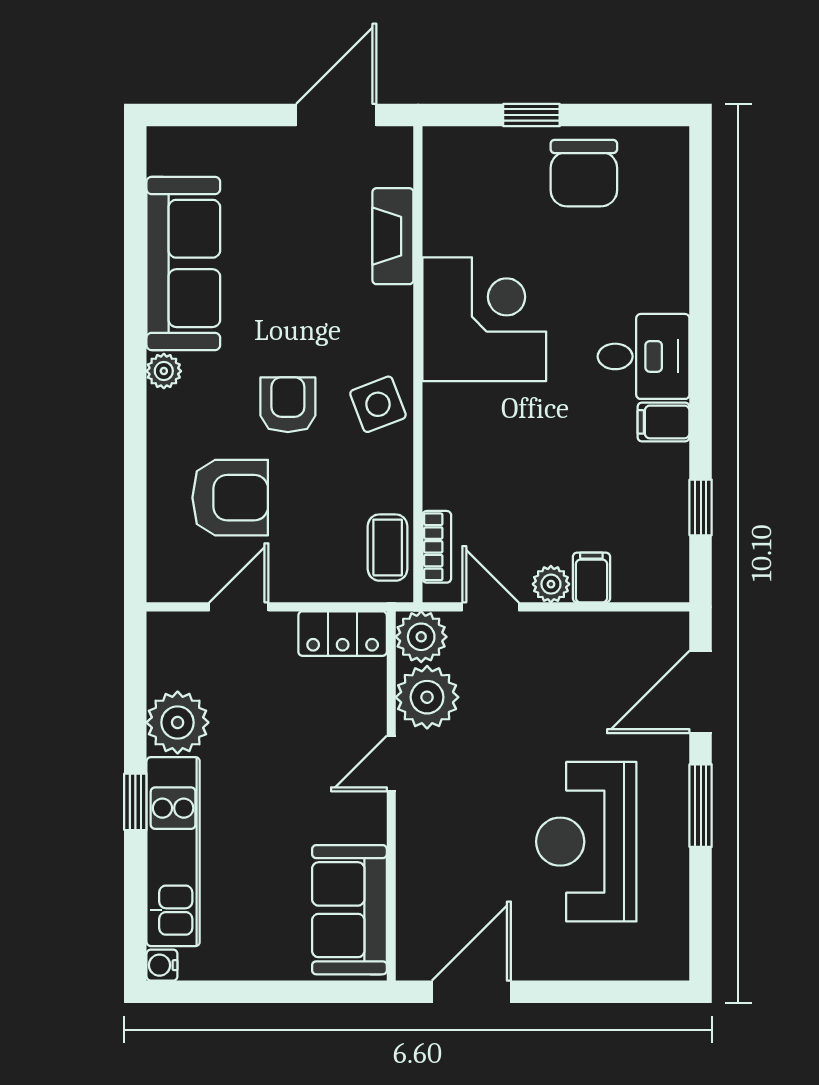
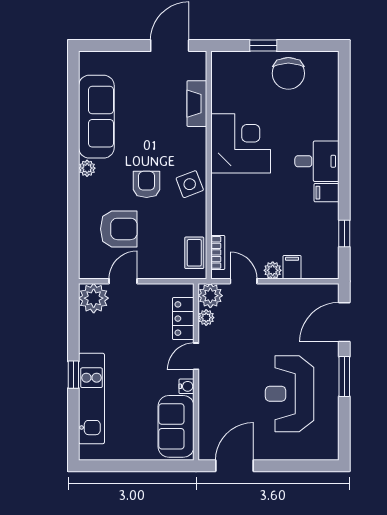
locker: (343, 634) -> (183, 319), moved, turned 90
plant: (427, 697) -> (206, 318), width x0.53, depth x0.53
plant: (178, 722) -> (94, 298), moved
water cooler: (162, 965) -> (186, 386), moved, turned 180

